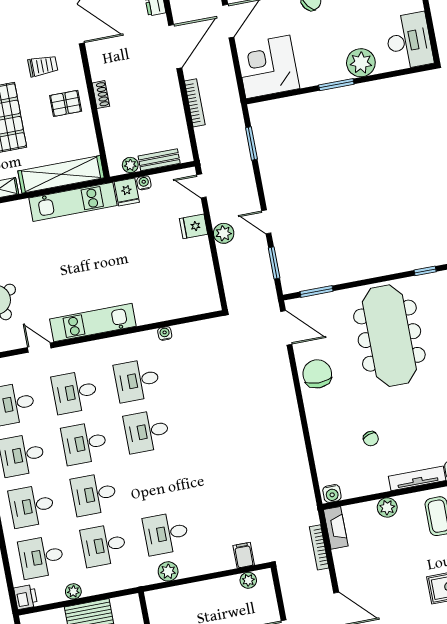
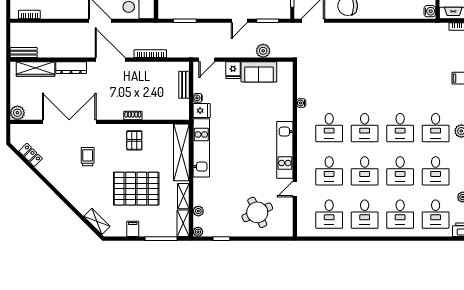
trolley: (43, 66) -> (88, 157), moved
plant: (130, 165) -> (184, 105), removed
plant: (224, 233) -> (263, 51), moved
sofa: (198, 264) -> (259, 72), added
desk: (156, 482) -> (400, 128), added

